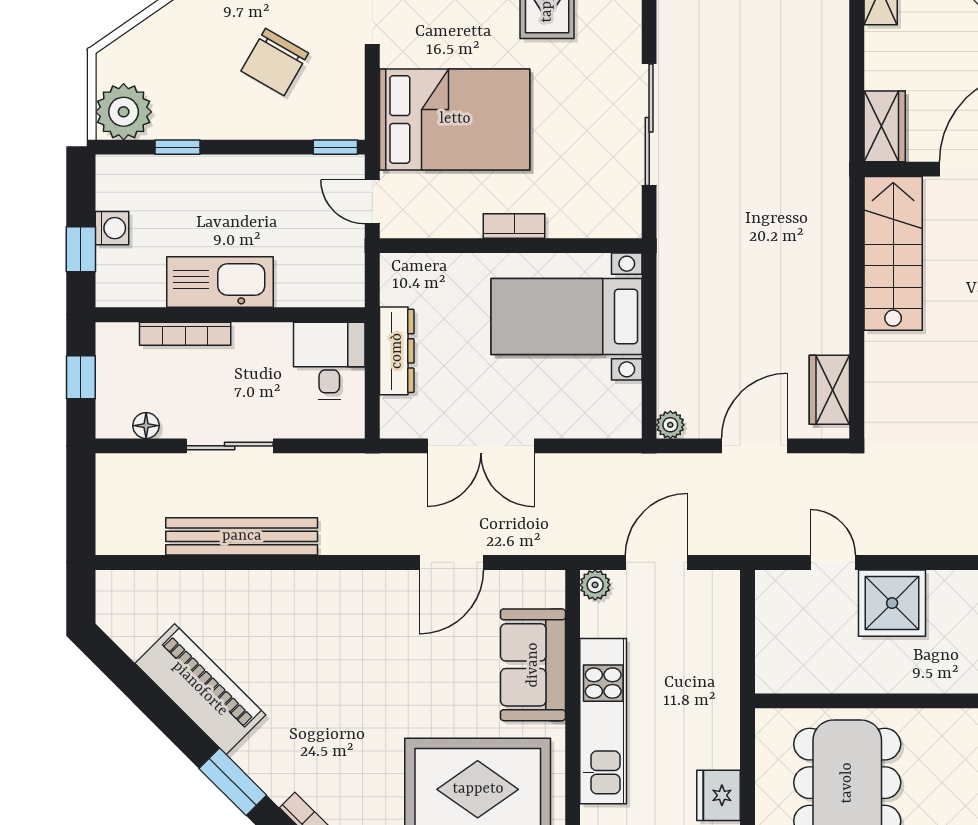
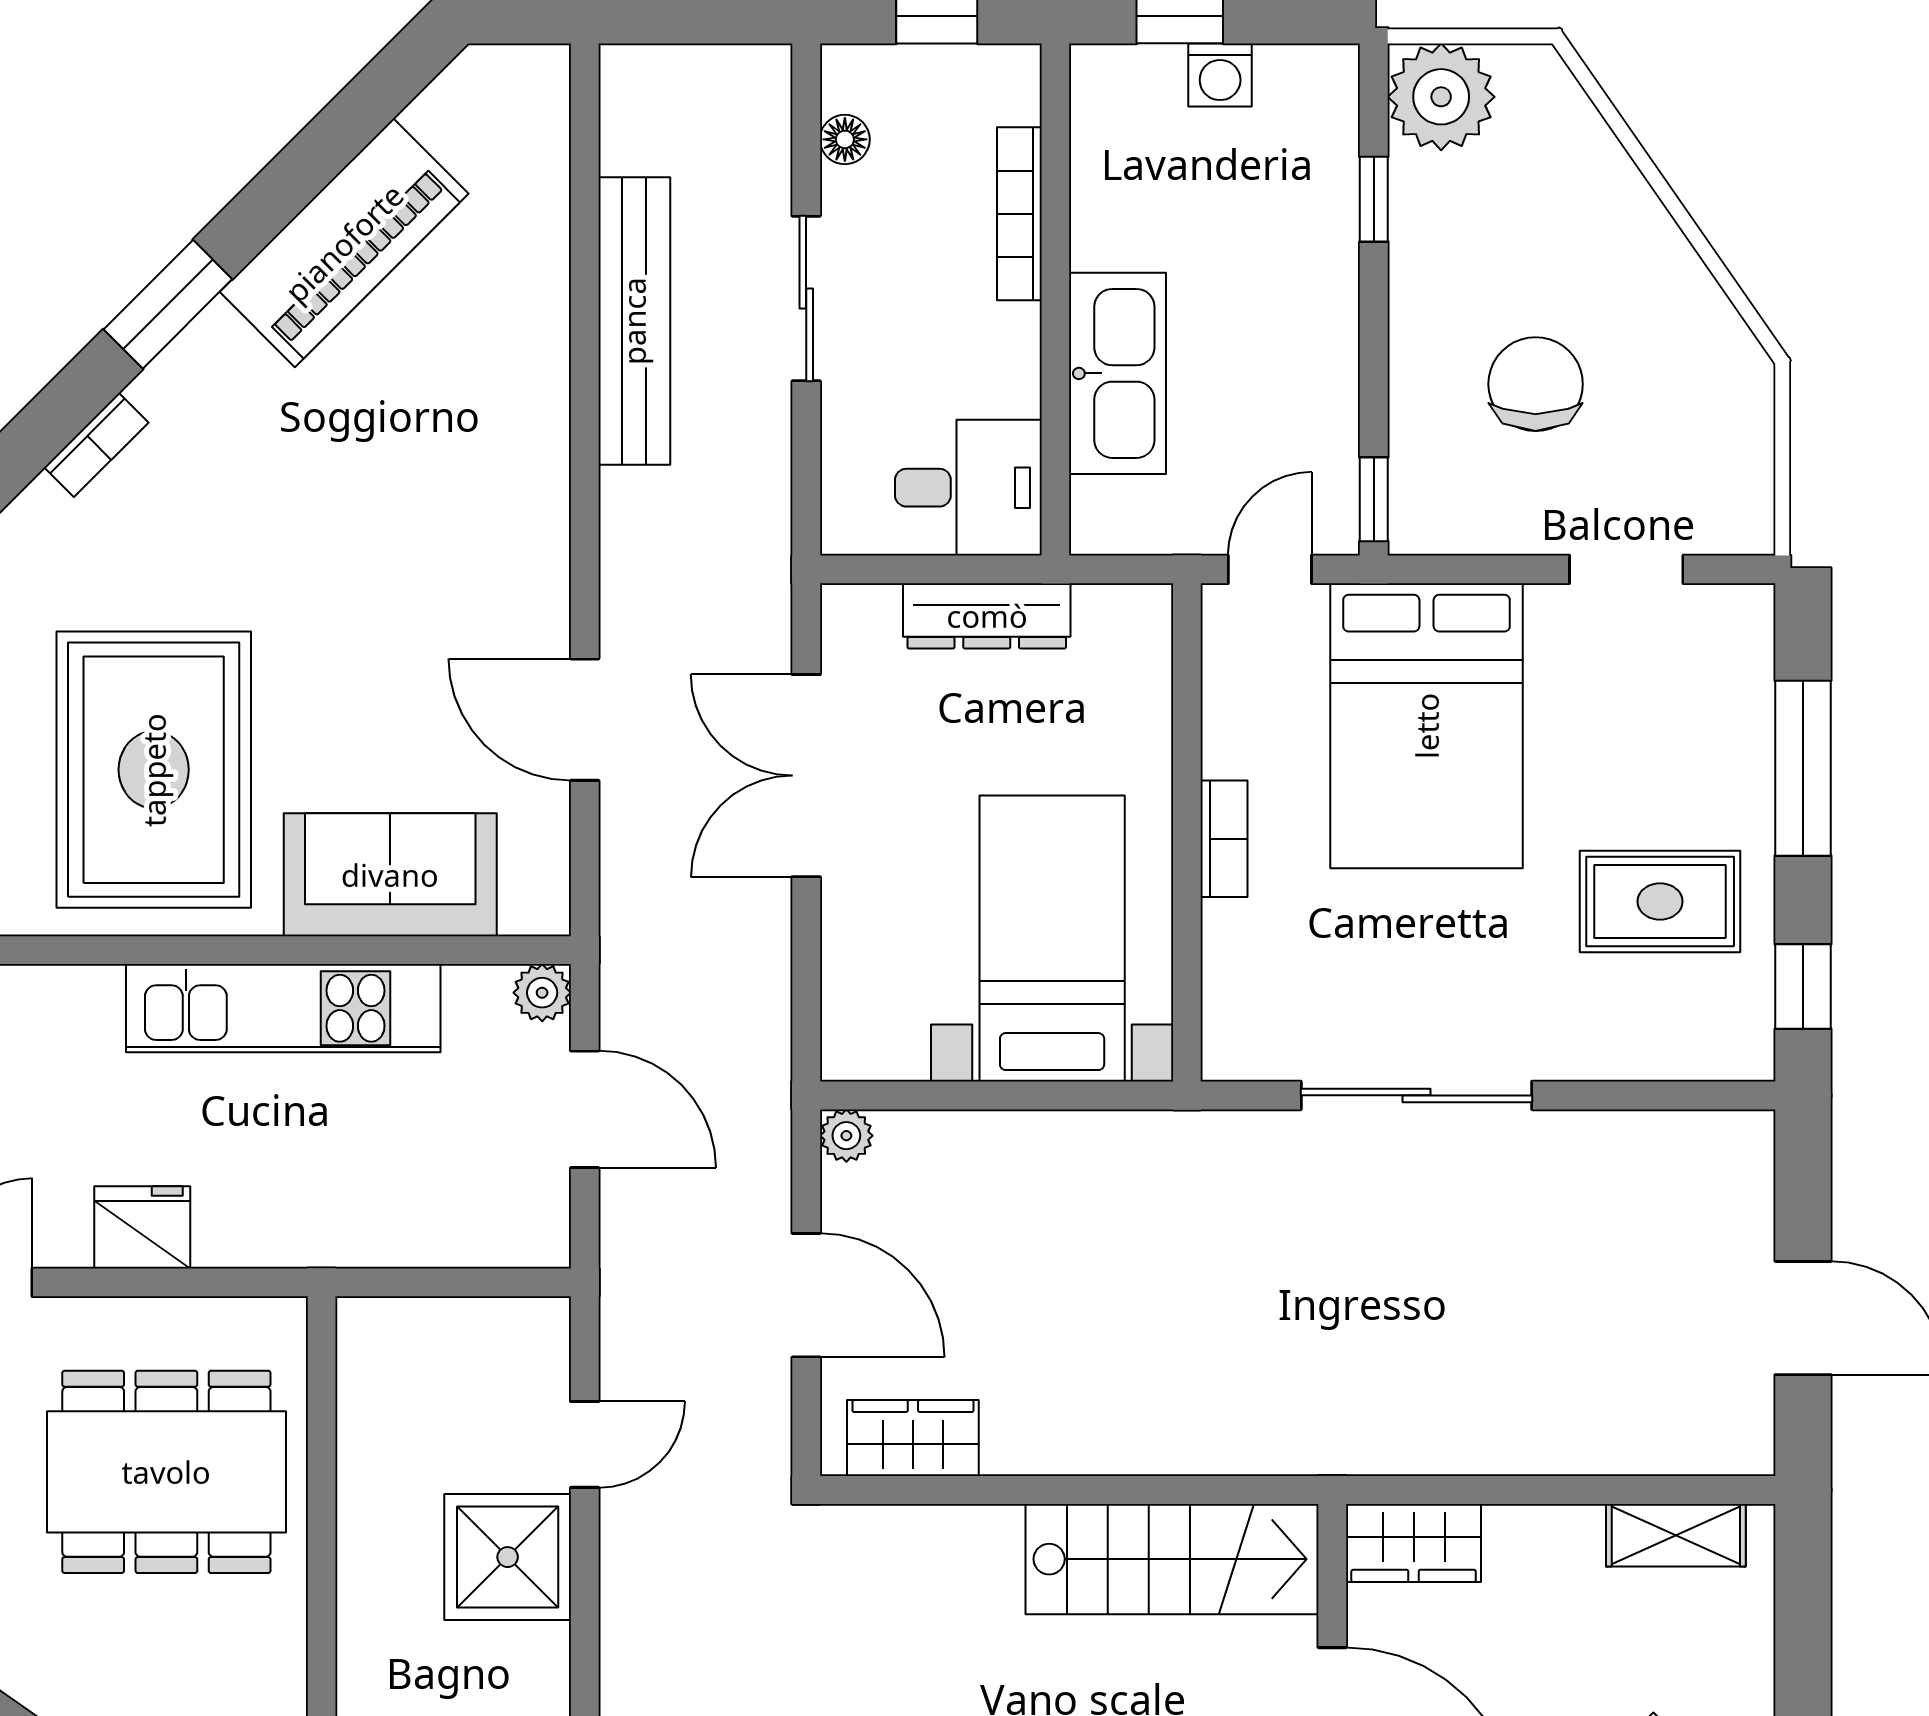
chair: (275, 62) -> (1536, 384), turned 60
kitchen sink: (220, 282) -> (1118, 373), moved

